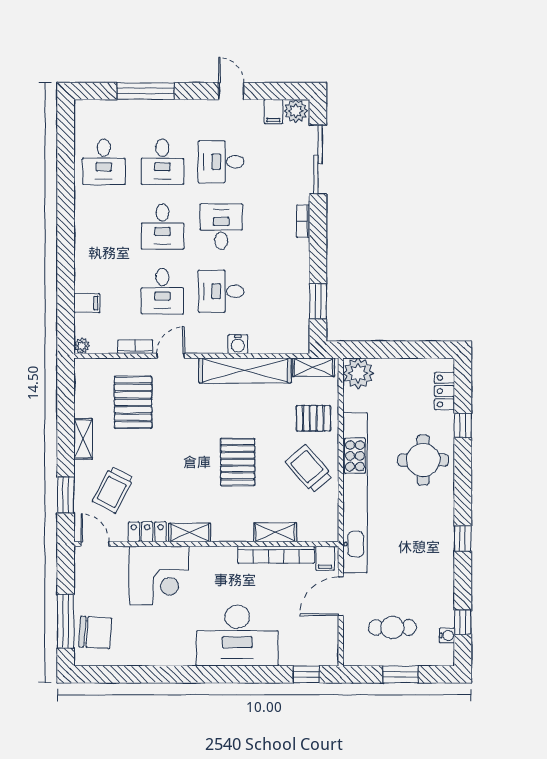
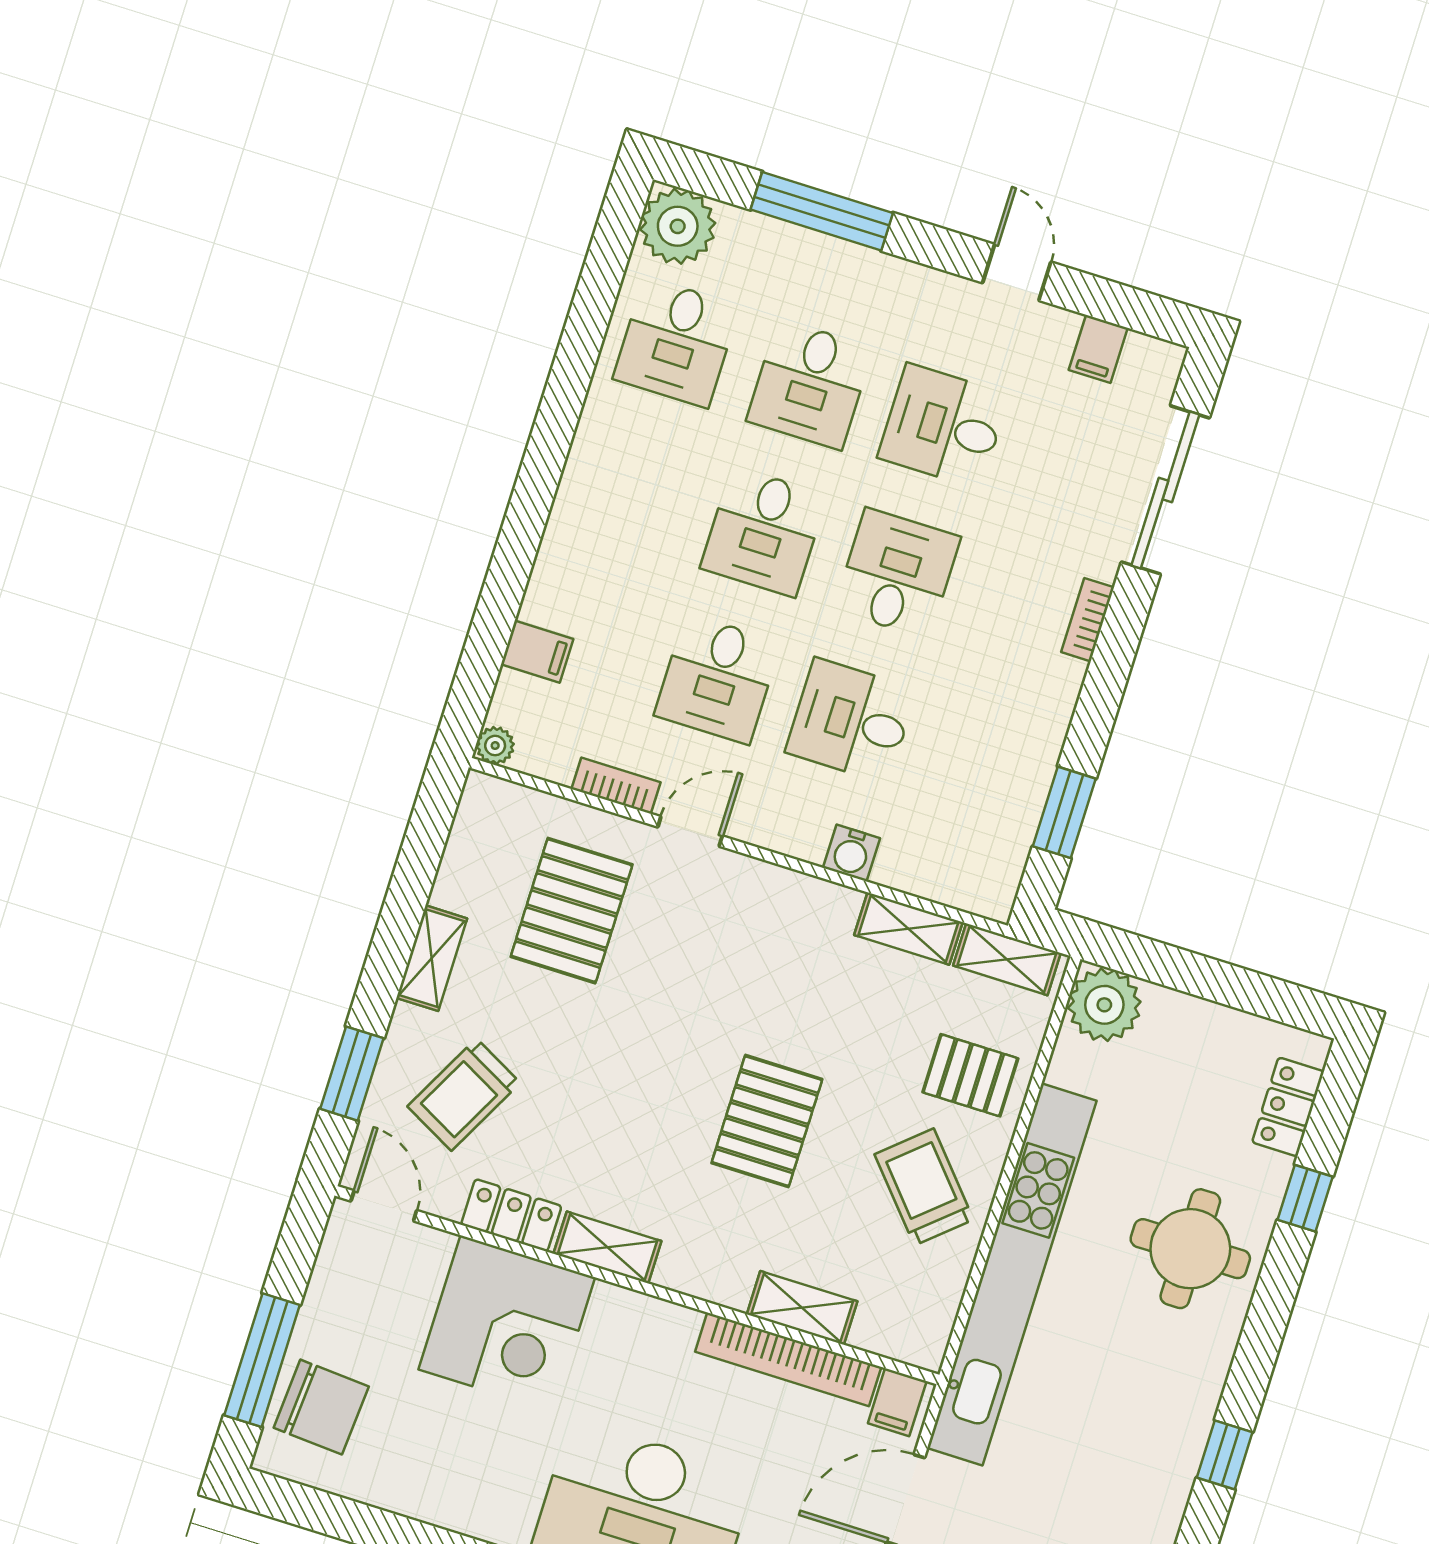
plant: (296, 111) -> (678, 226), moved, width x1.36, depth x1.36
shelving: (245, 370) -> (908, 929), width x0.45, depth x0.75

